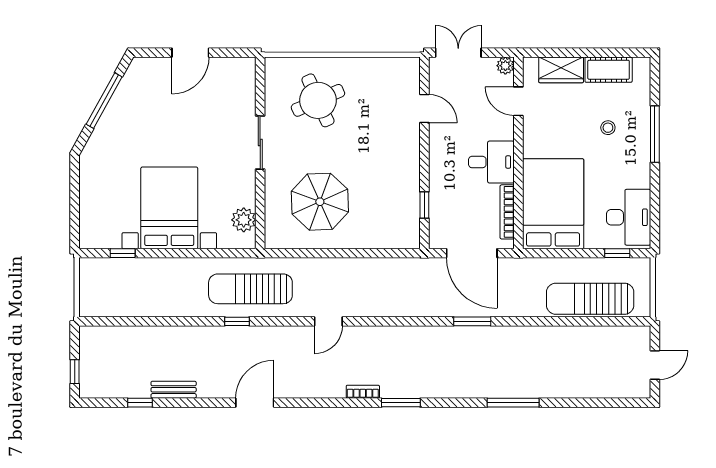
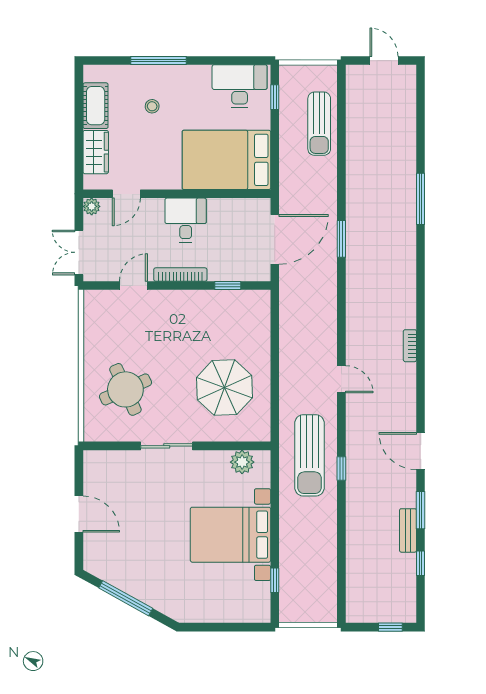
bookcase: (507, 212) -> (180, 275), moved, turned 180
sun lounger: (590, 299) -> (319, 124), width x0.73, depth x0.75
window: (401, 403) -> (421, 510), moved

